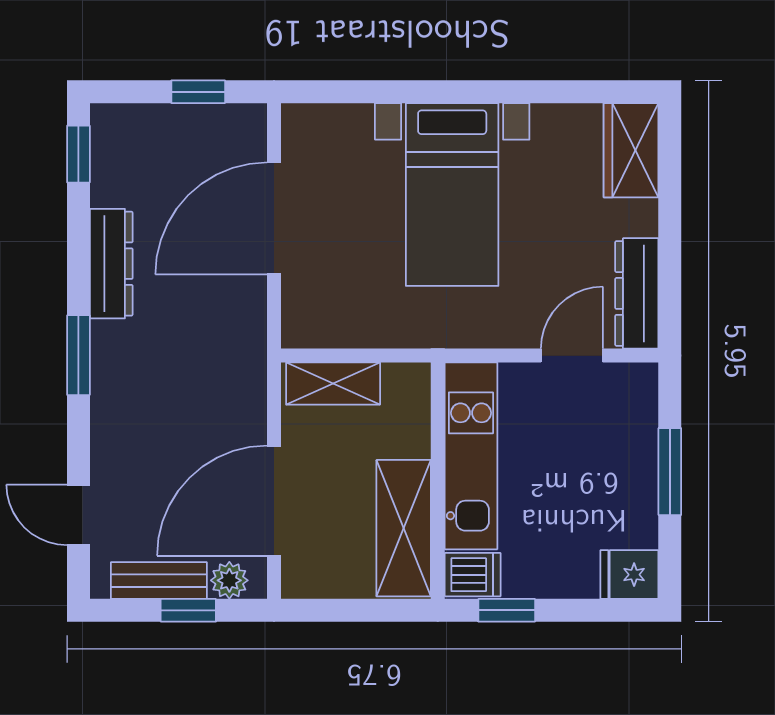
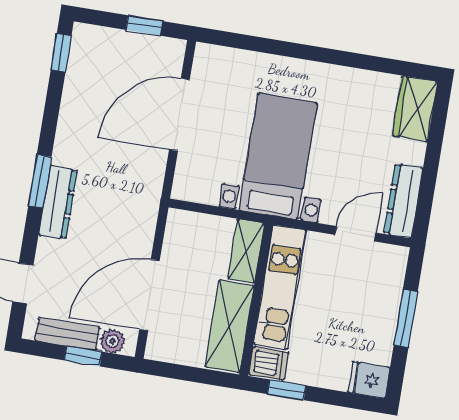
bed with nightstands: (452, 194) -> (278, 156), moved, turned 180
dresser: (111, 264) -> (58, 202), moved
shelving: (333, 384) -> (246, 251), moved, turned 90

